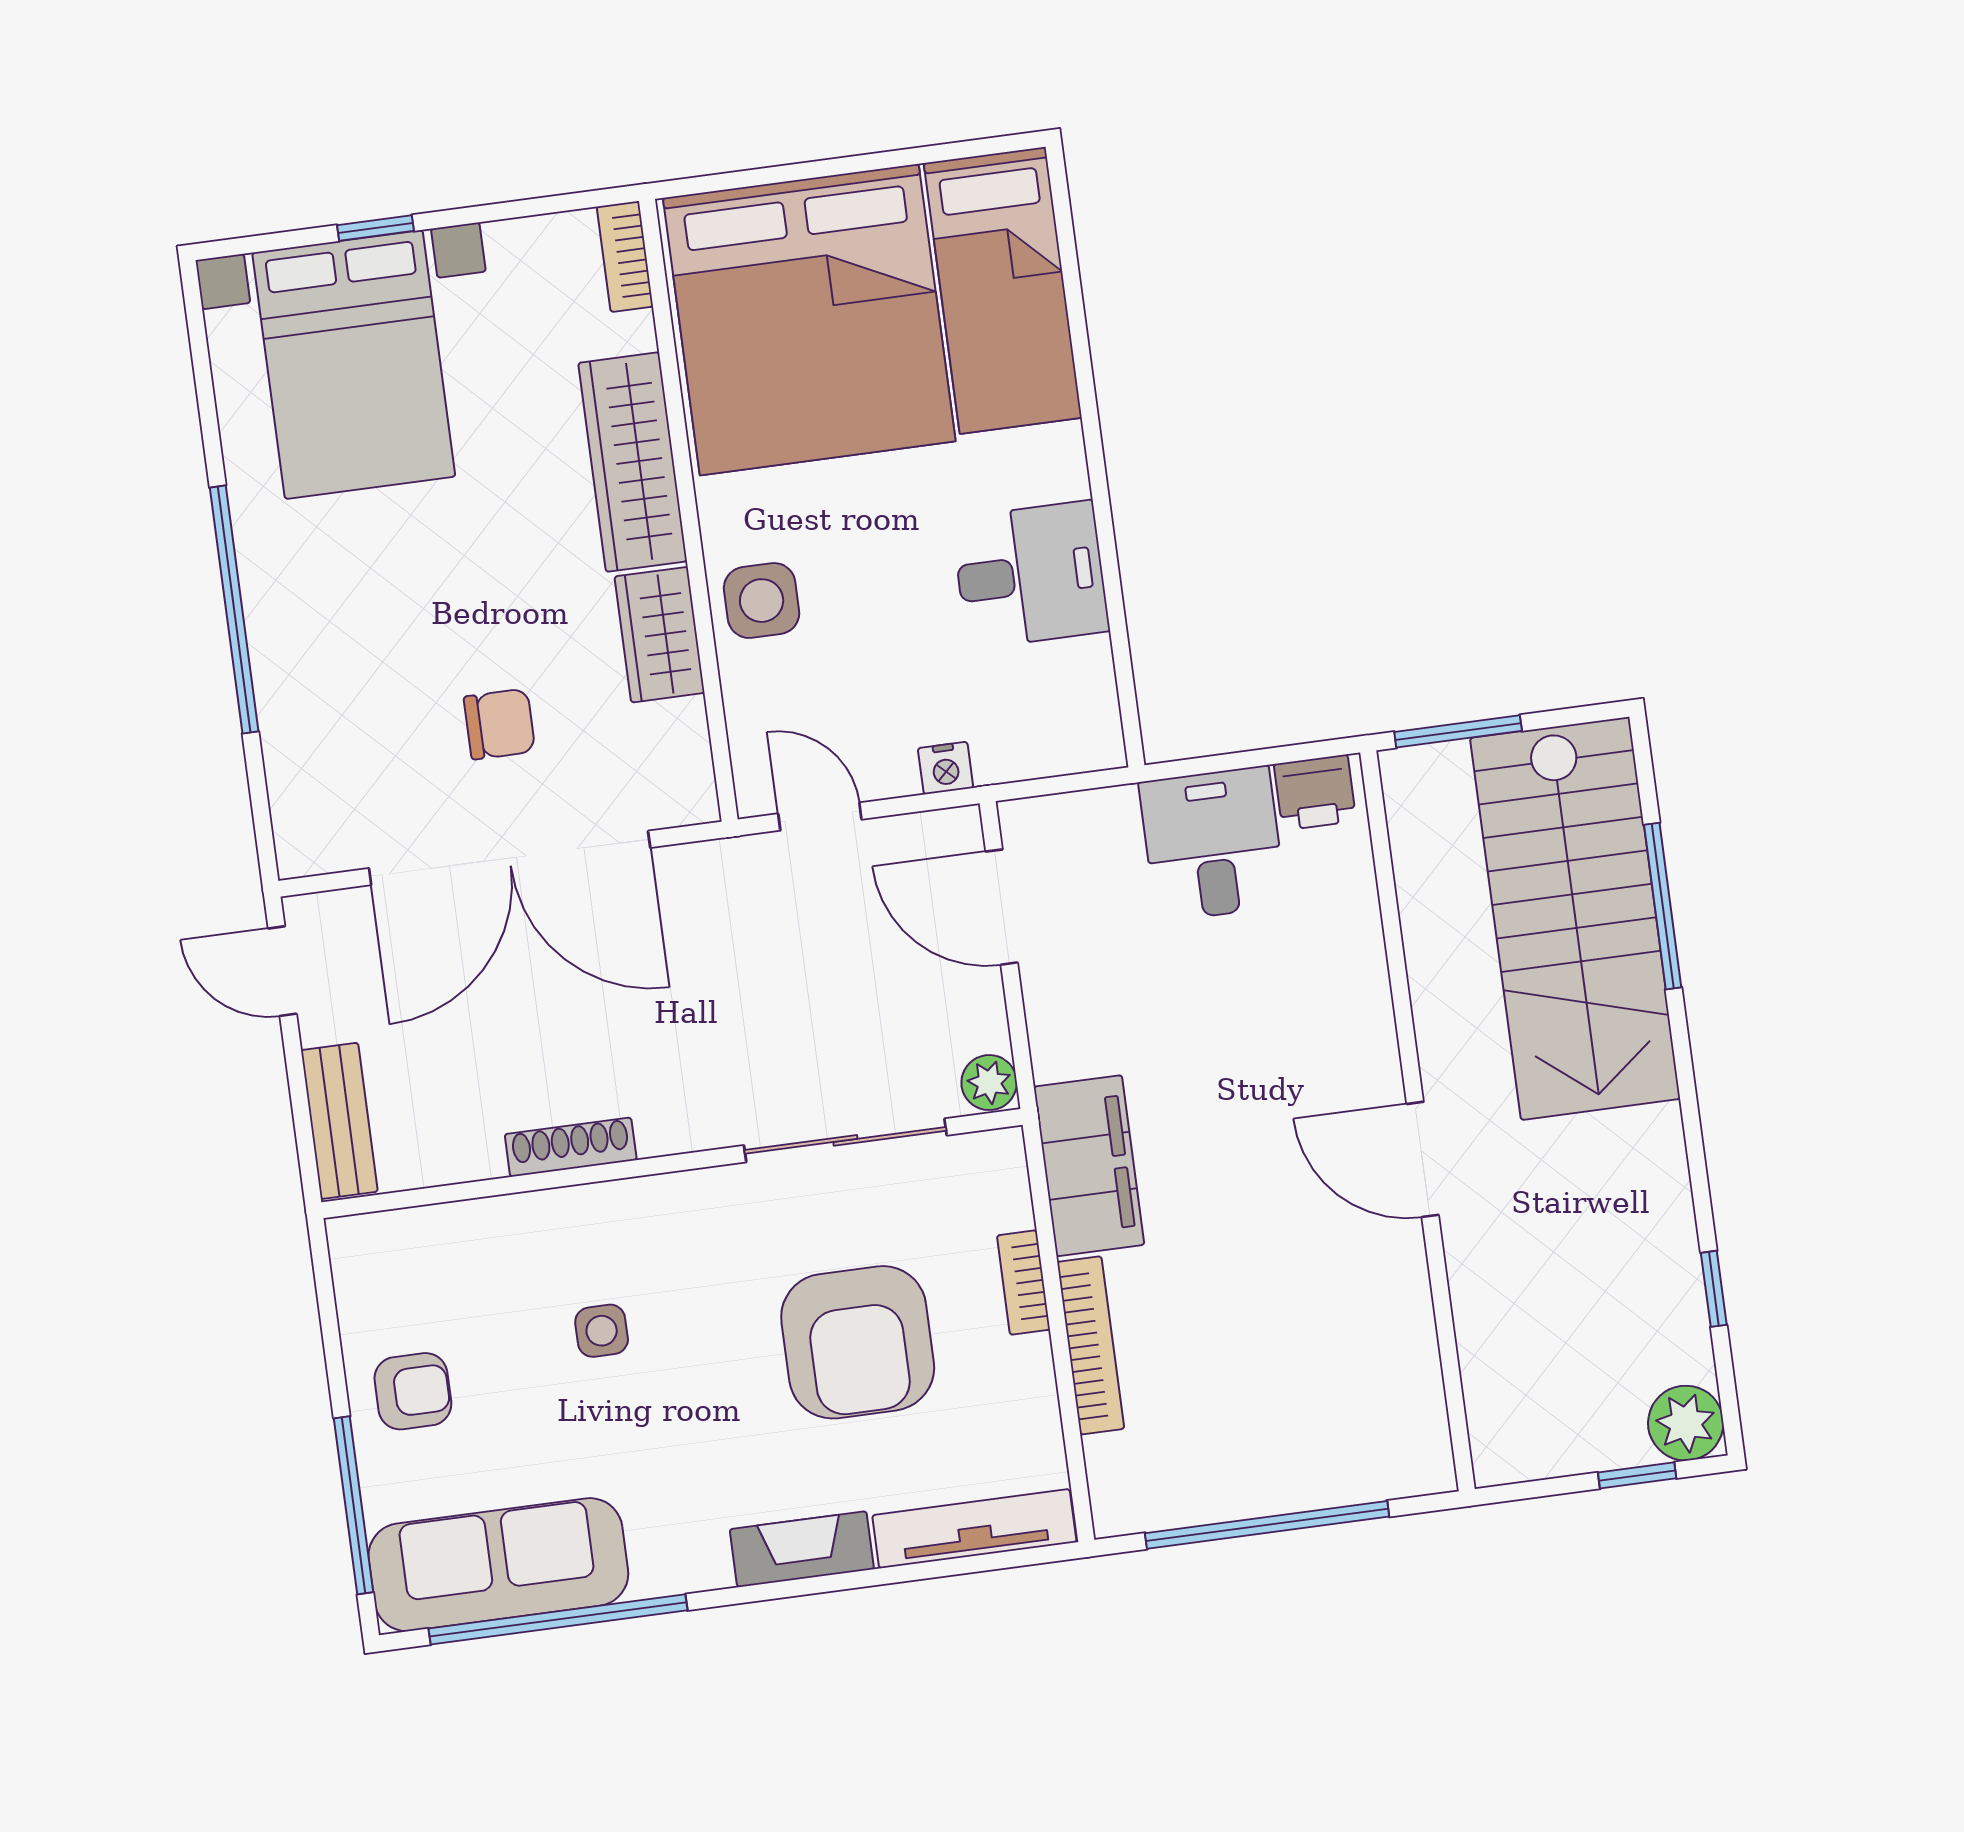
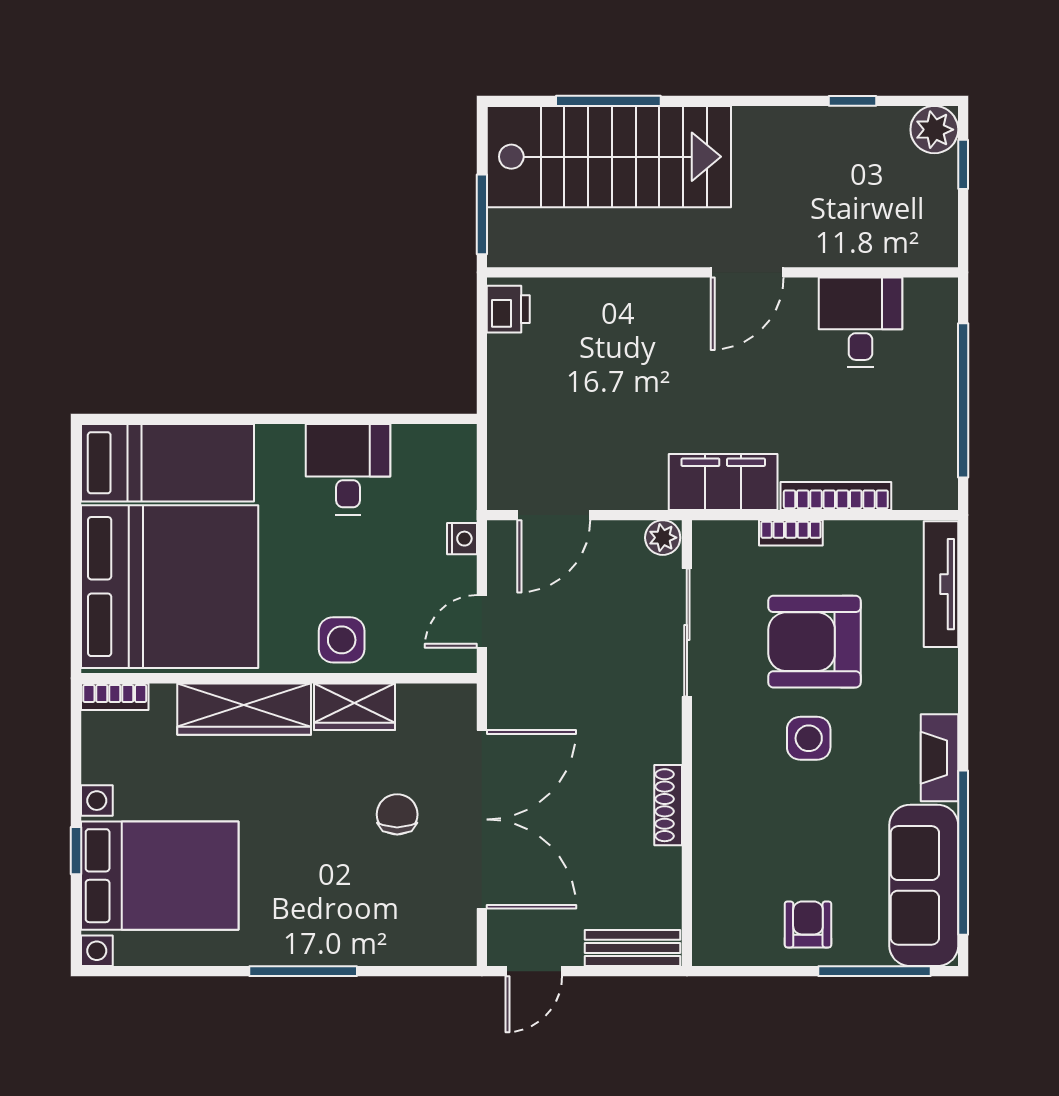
window: (234, 609) -> (303, 971), width x0.68
desk: (1213, 844) -> (861, 322), moved, turned 90
side table: (602, 1331) -> (809, 738), moved, width x1.37, depth x1.37
armchair: (858, 1342) -> (814, 642), turned 180
fireplace: (802, 1549) -> (939, 758), moved

